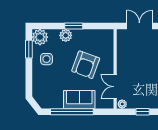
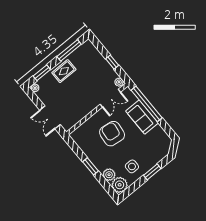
plant: (66, 35) -> (109, 175), moved
window: (29, 49) -> (152, 172), moved
armchair: (86, 65) -> (112, 134), turned -103
window: (72, 112) -> (147, 104), moved

